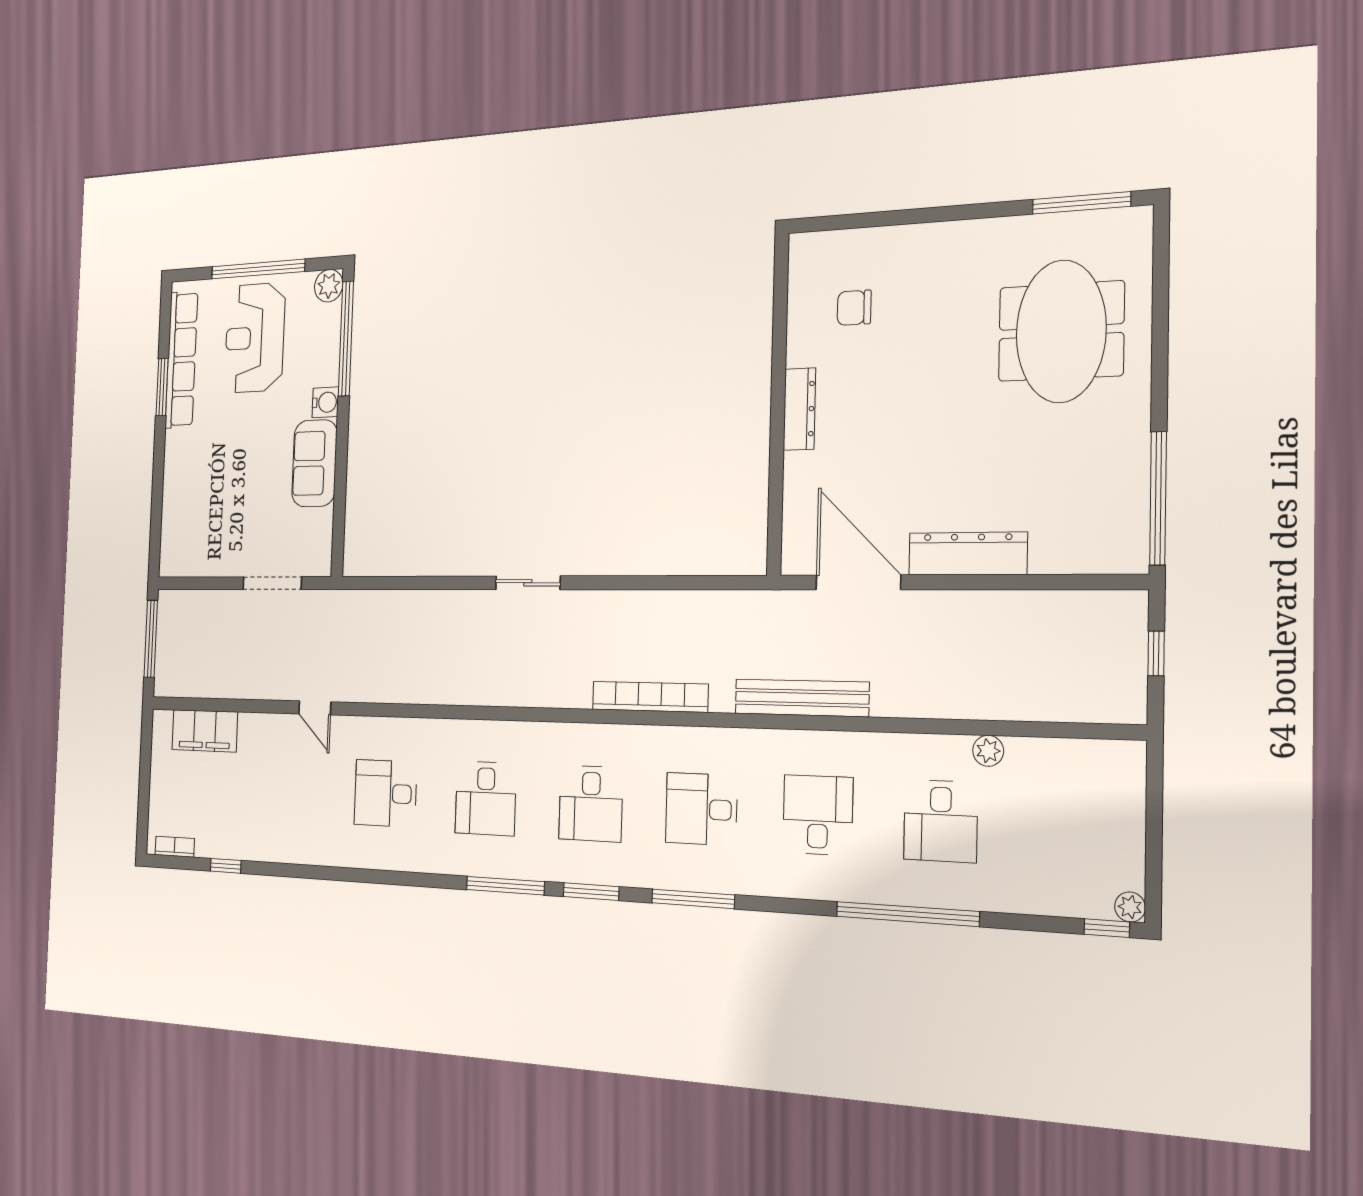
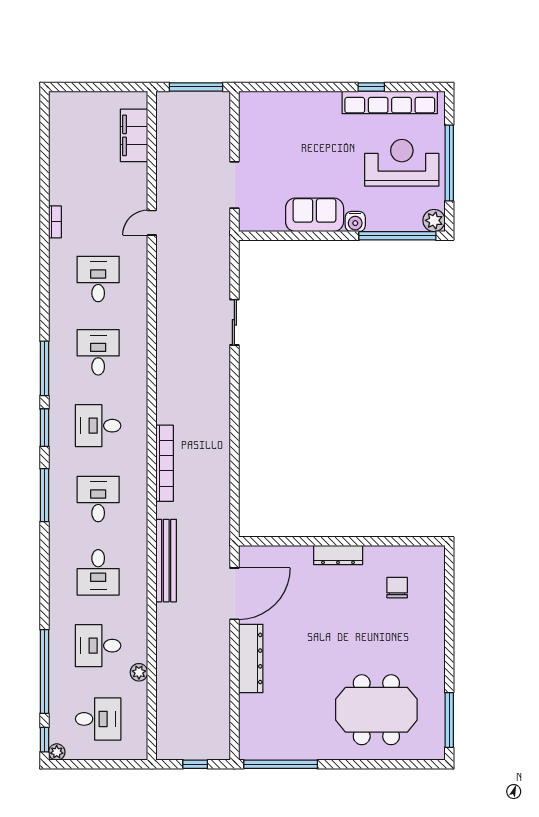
window: (162, 387) -> (371, 87), width x0.67
sliding door: (528, 583) -> (234, 322), moved
desk: (486, 798) -> (98, 352), turned 90
desk: (818, 815) -> (98, 572), turned 90
desk: (1070, 828) -> (98, 719), added
bookcase: (175, 847) -> (55, 222), moved
window: (226, 866) -> (44, 157), removed
window: (907, 914) -> (44, 671), moved

